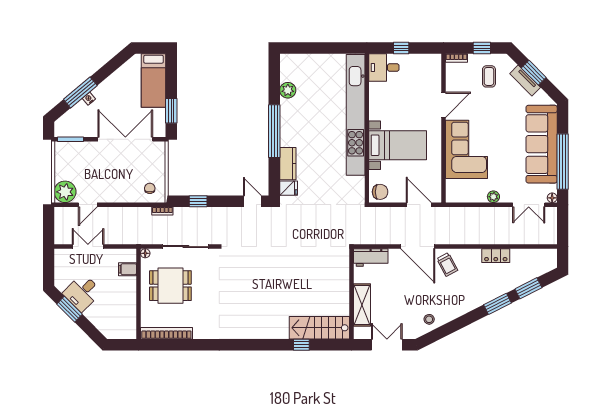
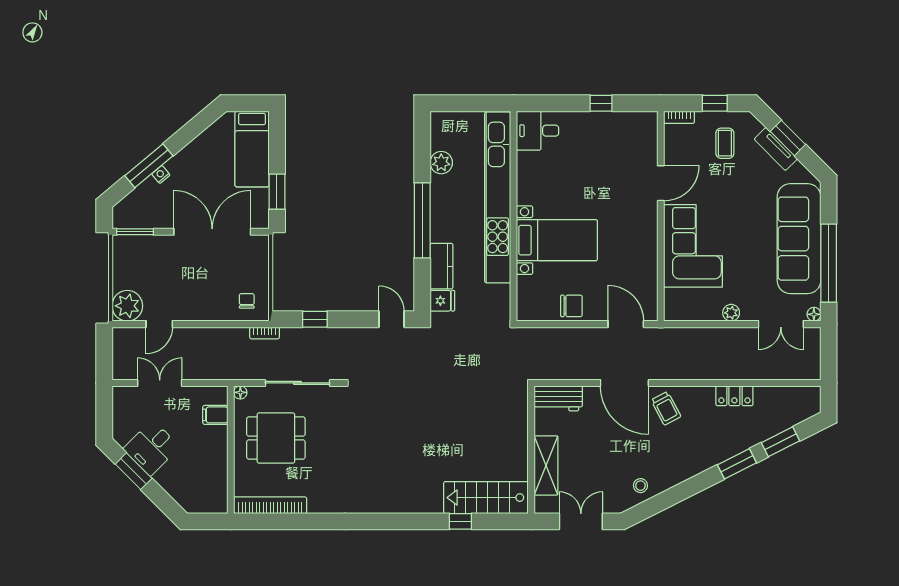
desk: (384, 68) -> (538, 131), moved
kitchen unit: (356, 115) -> (498, 197), moved
wall: (367, 128) -> (514, 216), moved
bed with nightstands: (398, 145) -> (557, 240), moved

